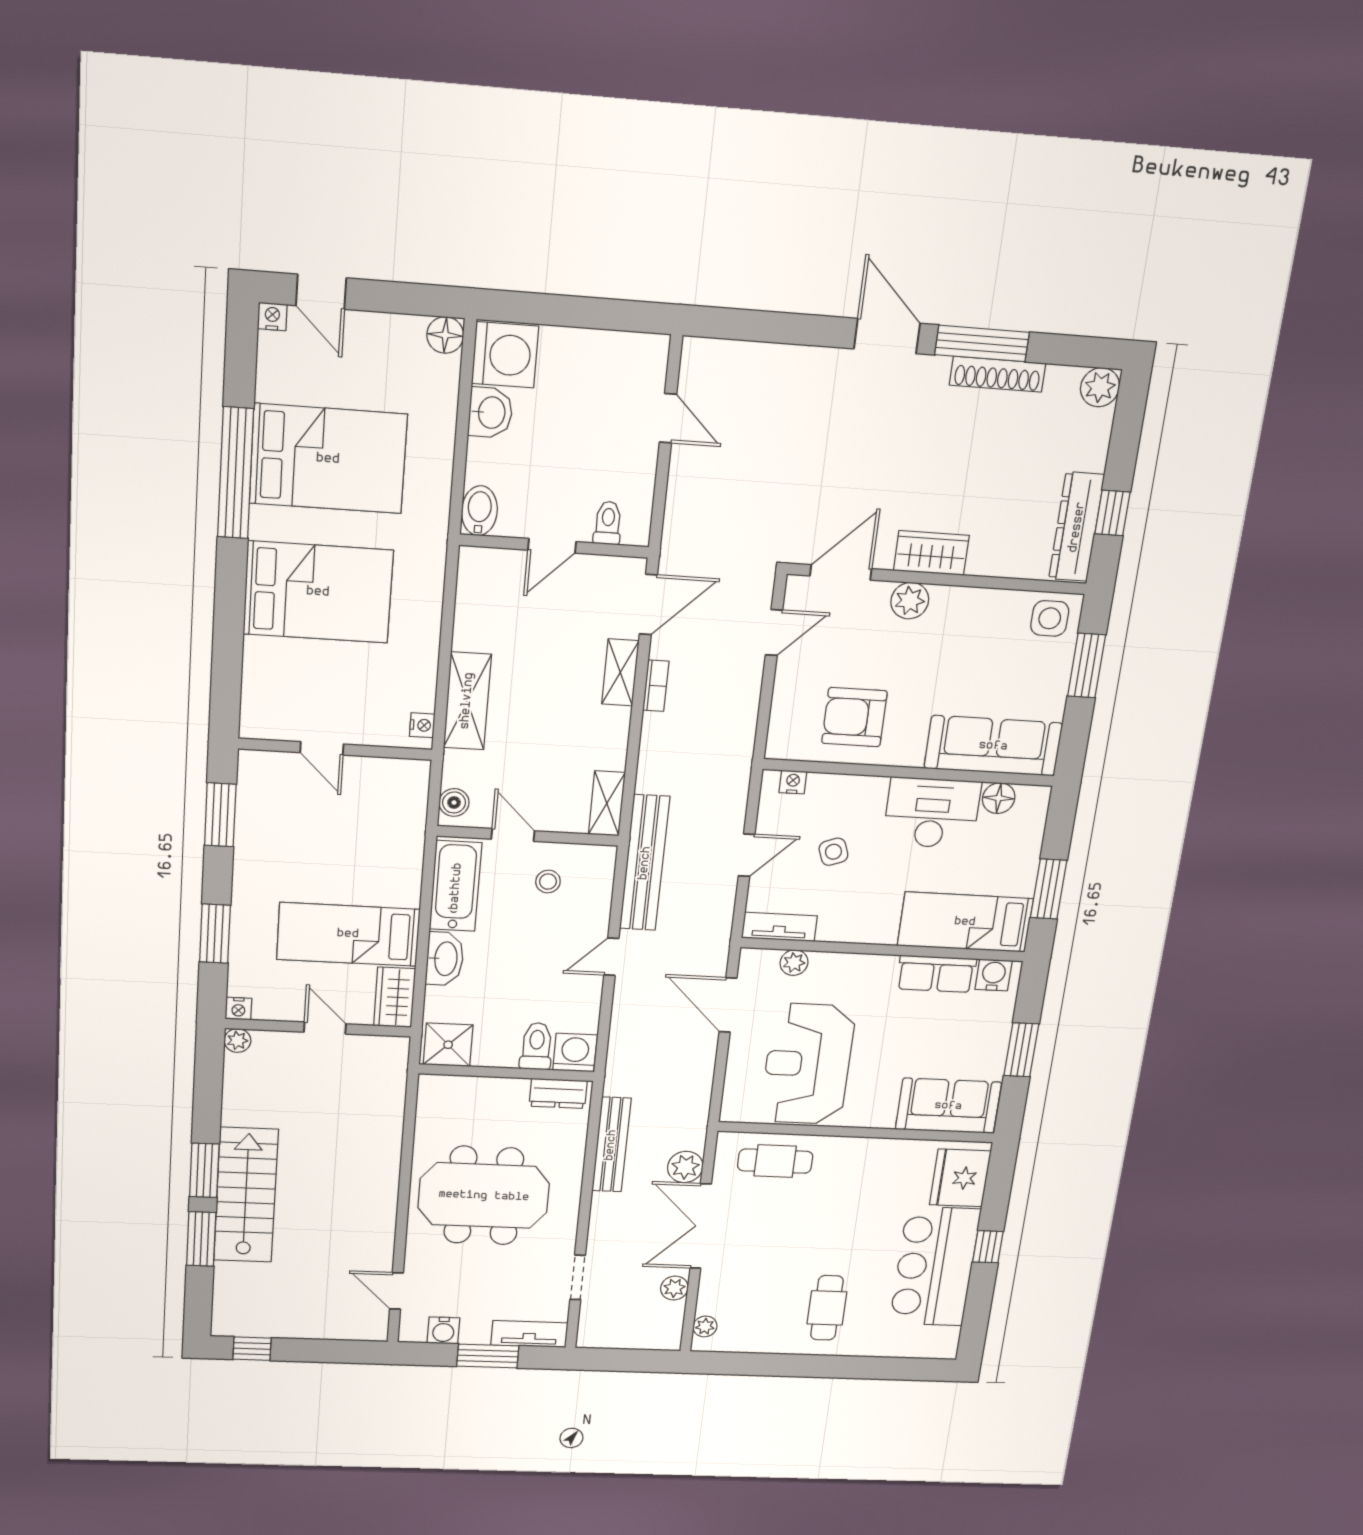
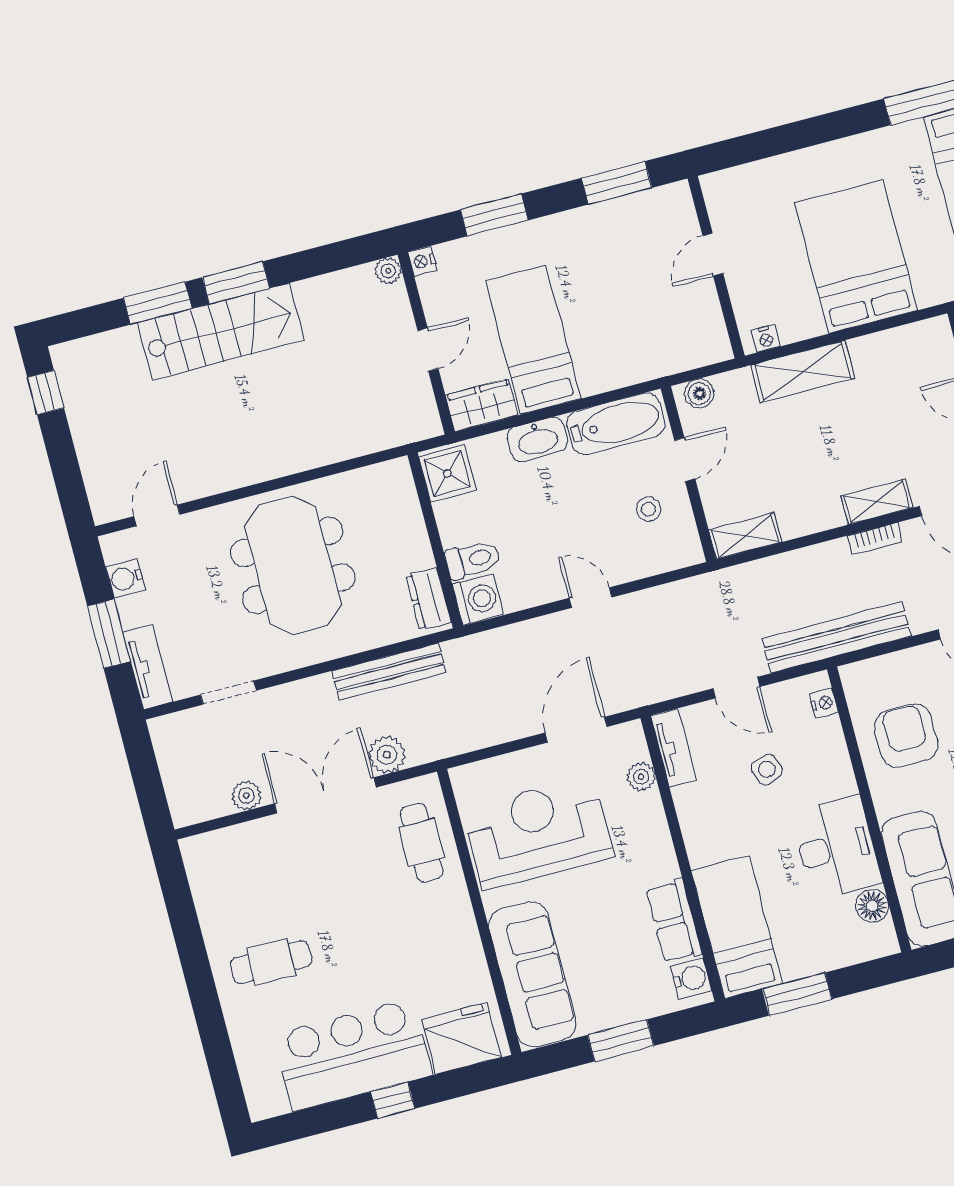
bed: (318, 592) -> (856, 256), moved, turned 180
bench: (645, 863) -> (836, 637), moved
sofa: (948, 1106) -> (532, 974), width x1.36
plant: (705, 1326) -> (211, 844), removed

